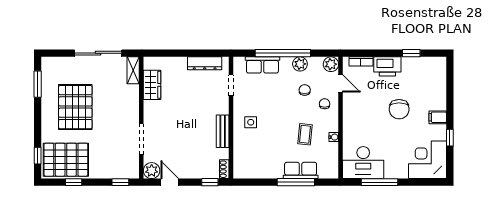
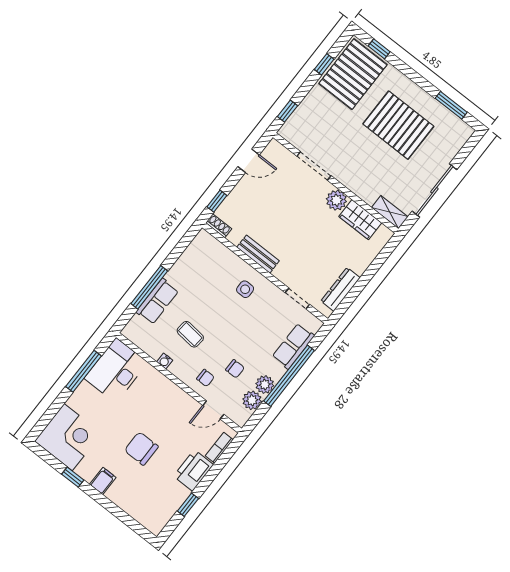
plant: (331, 64) -> (252, 400), moved
plant: (152, 171) -> (336, 200), moved

